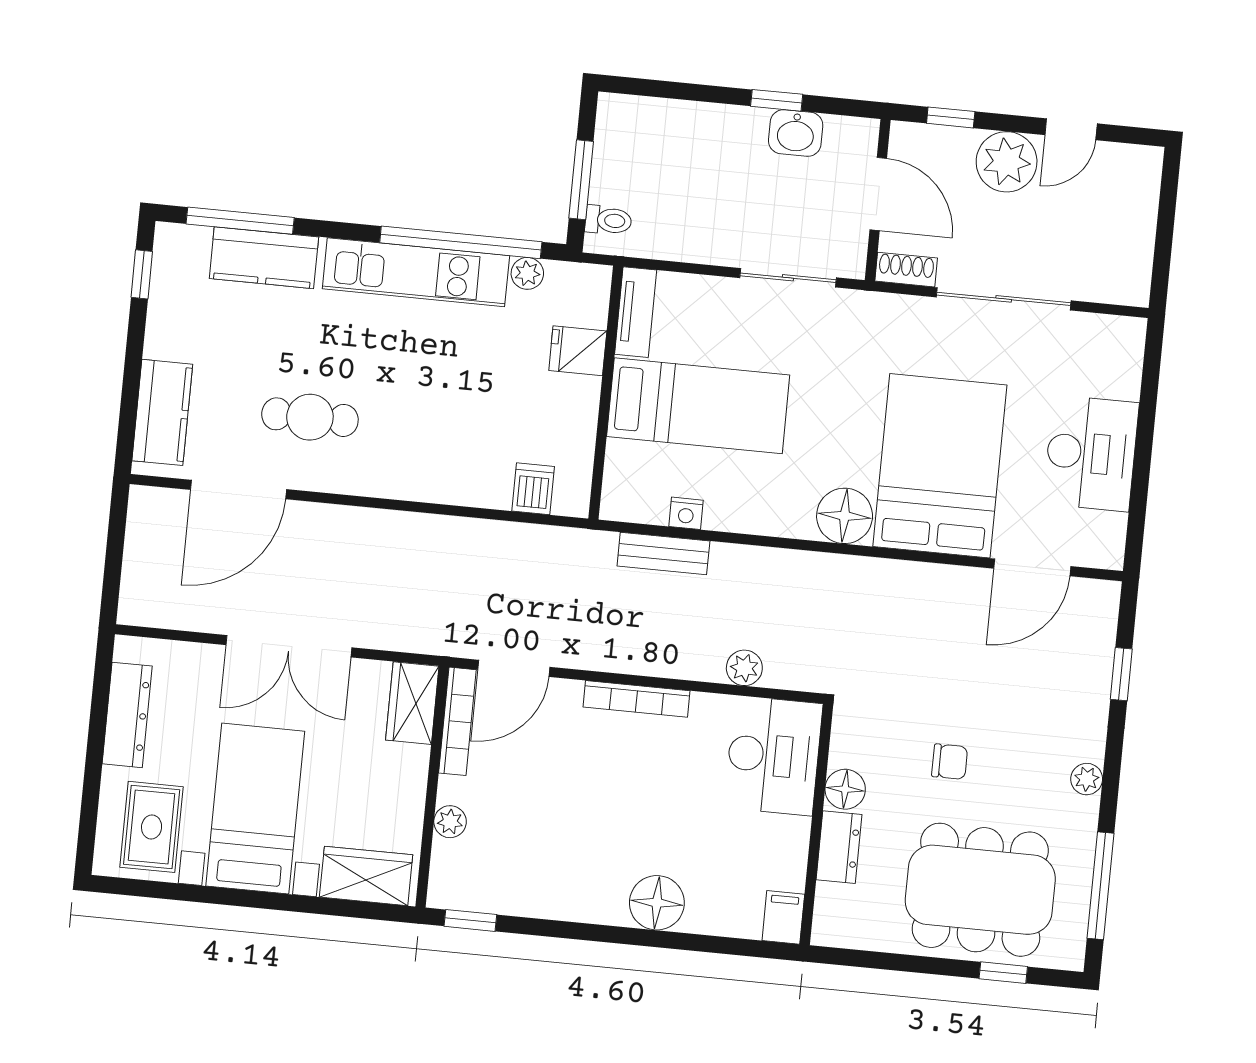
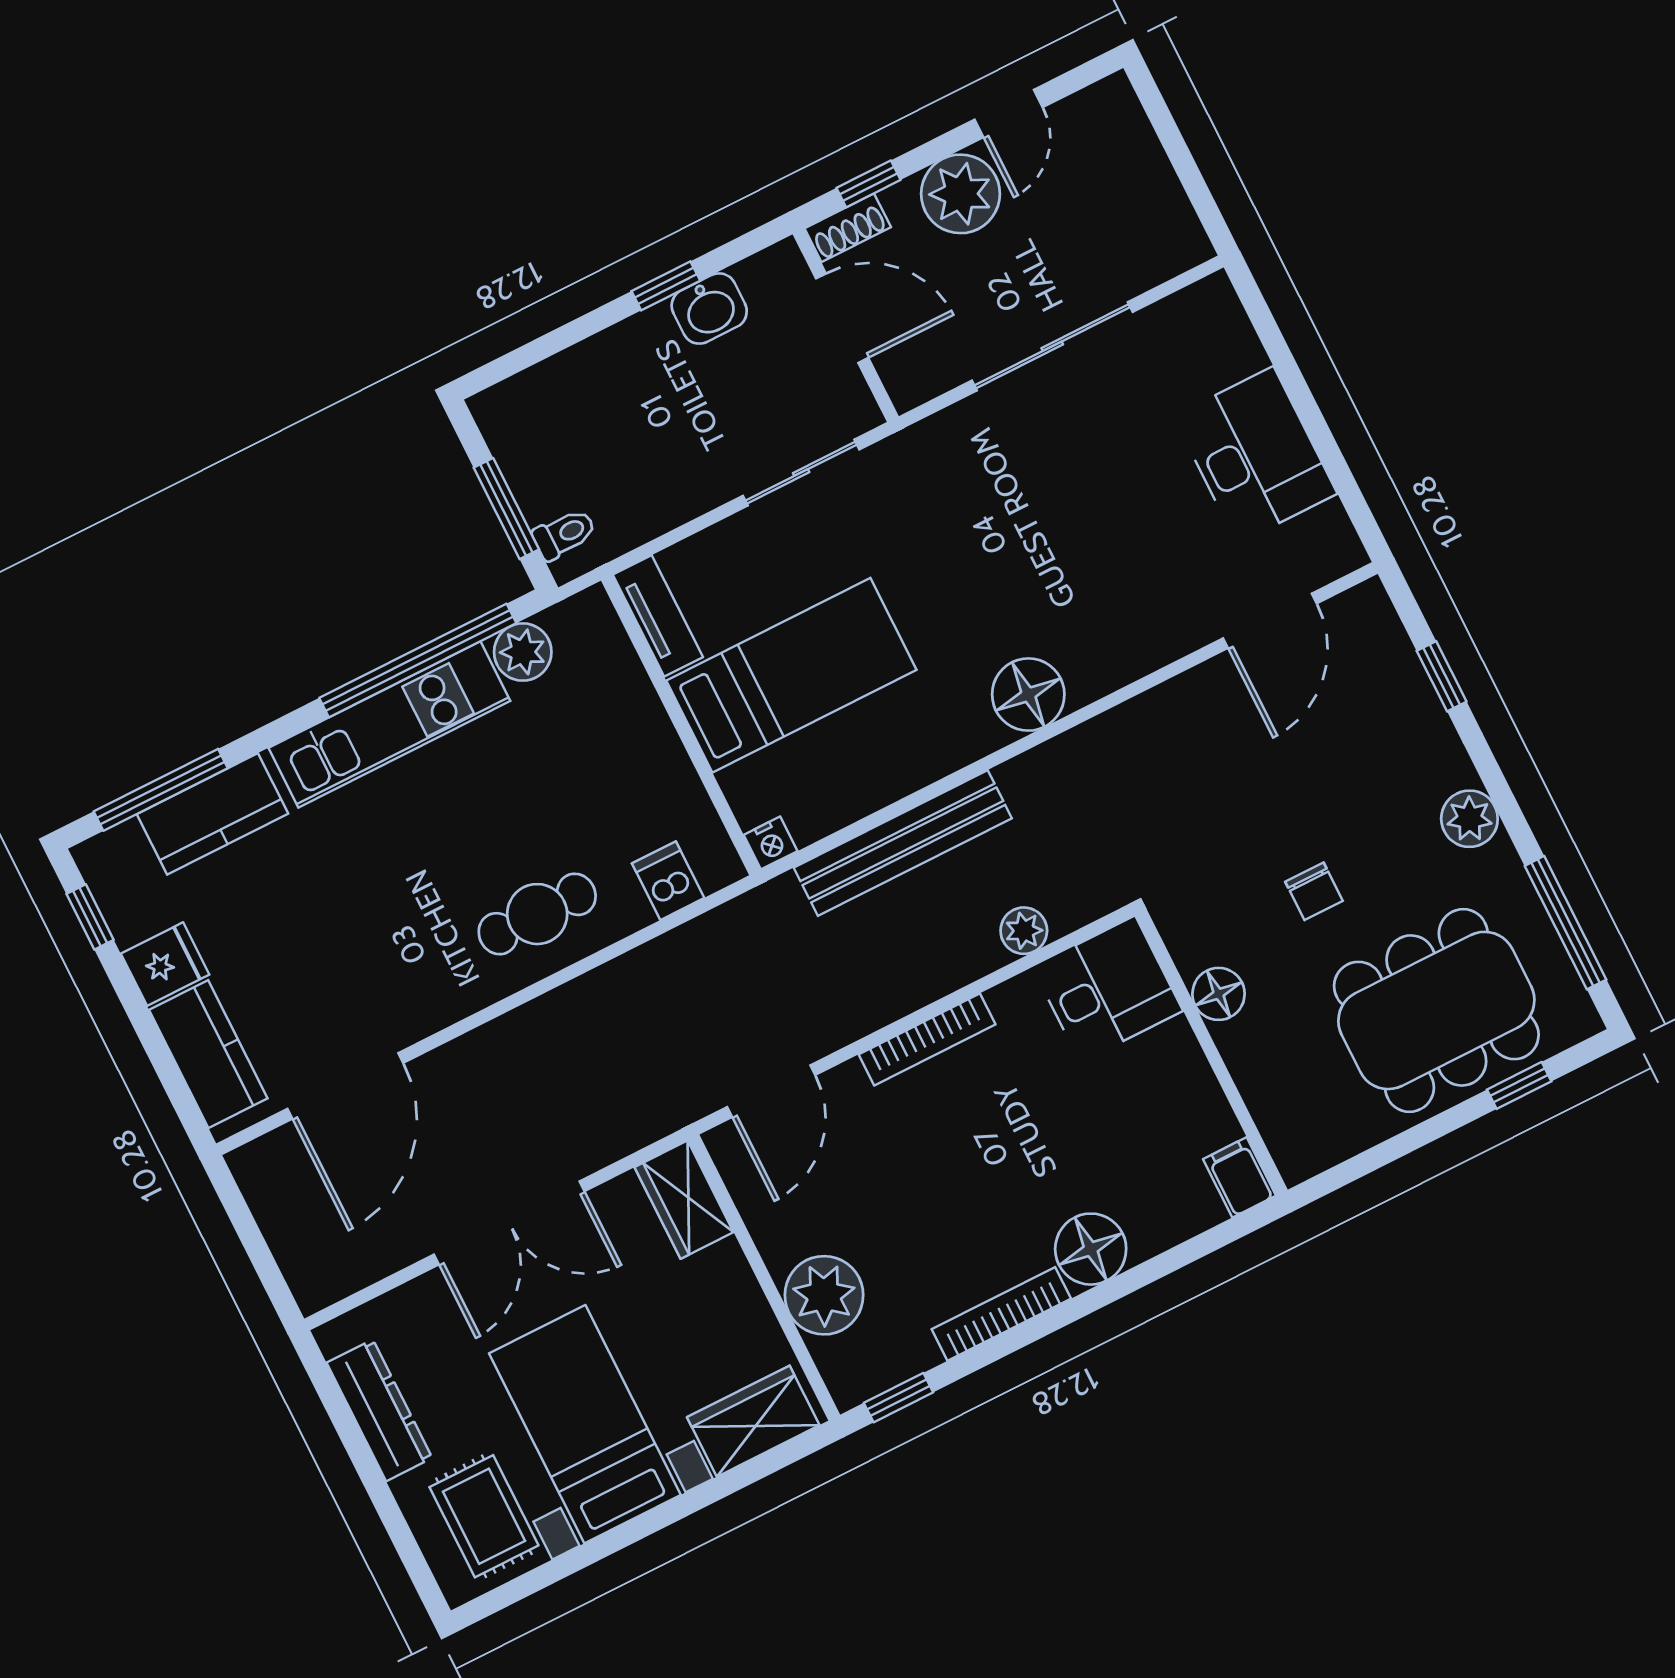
shoe rack: (906, 270) -> (848, 228), moved, turned 180
plant: (527, 273) -> (523, 652), width x1.38, depth x1.38
fridge: (578, 351) -> (165, 964), moved, turned 180
cafe table: (310, 417) -> (537, 914), moved
bed: (940, 466) -> (1098, 573), removed
nightstand: (686, 513) -> (771, 843), moved
bench: (663, 553) -> (903, 843), width x1.86, depth x1.21
bookcase: (457, 721) -> (1001, 1314), moved, turned -90
desk: (773, 756) -> (1108, 989), width x0.73
chair: (950, 762) -> (1314, 891), turned 90
plant: (1087, 779) -> (1469, 819), width x1.38, depth x1.38
plant: (450, 822) -> (824, 1295), width x1.87, depth x1.87
dresser: (839, 847) -> (1252, 1062), removed

